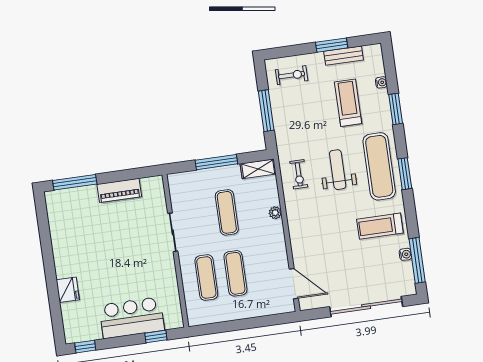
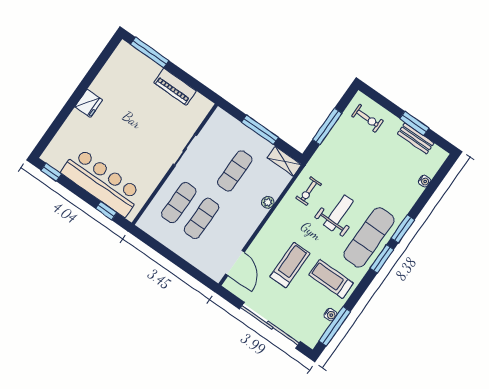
treadmill: (348, 103) -> (290, 265), moved
window: (396, 109) -> (403, 229), moved
fridge: (68, 290) -> (89, 103), moved
bar counter: (132, 318) -> (102, 182), width x1.36

